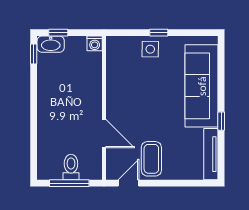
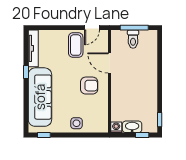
window: (159, 33) -> (44, 135), moved
washbasin: (51, 44) -> (132, 127), moved
armchair: (132, 102) -> (89, 86), added

